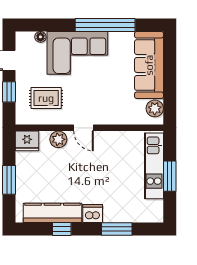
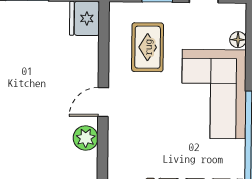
plant: (58, 139) -> (86, 138), moved

